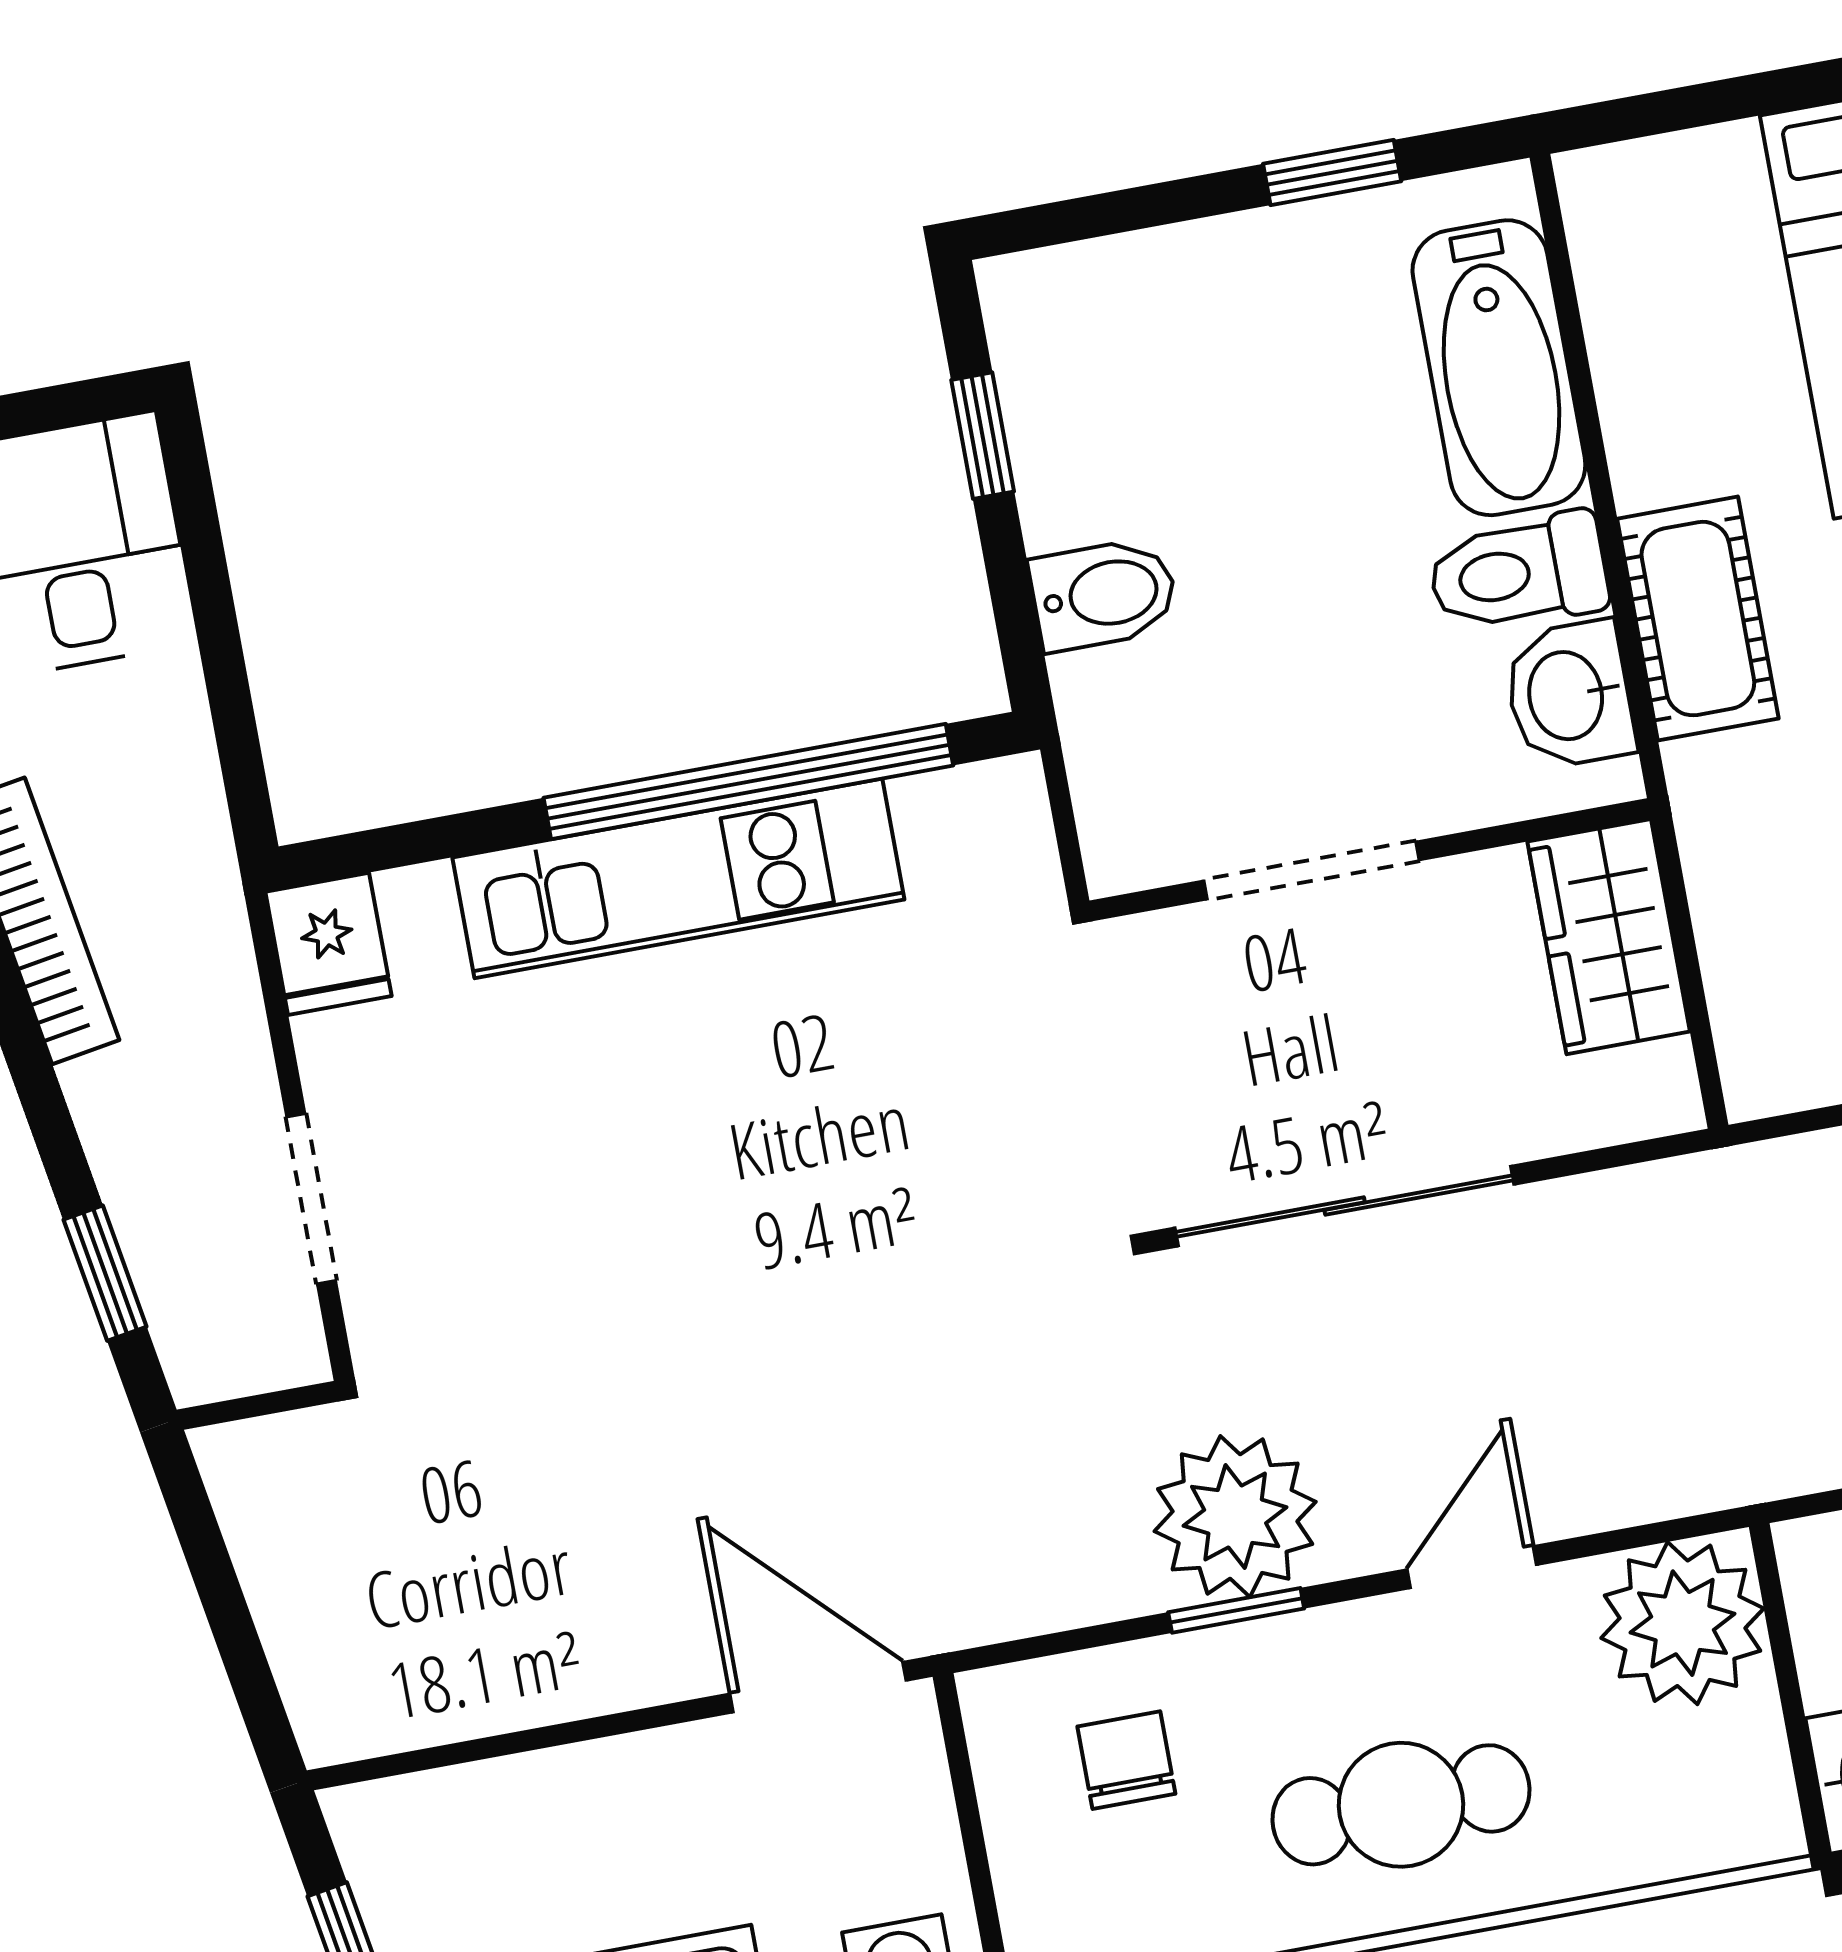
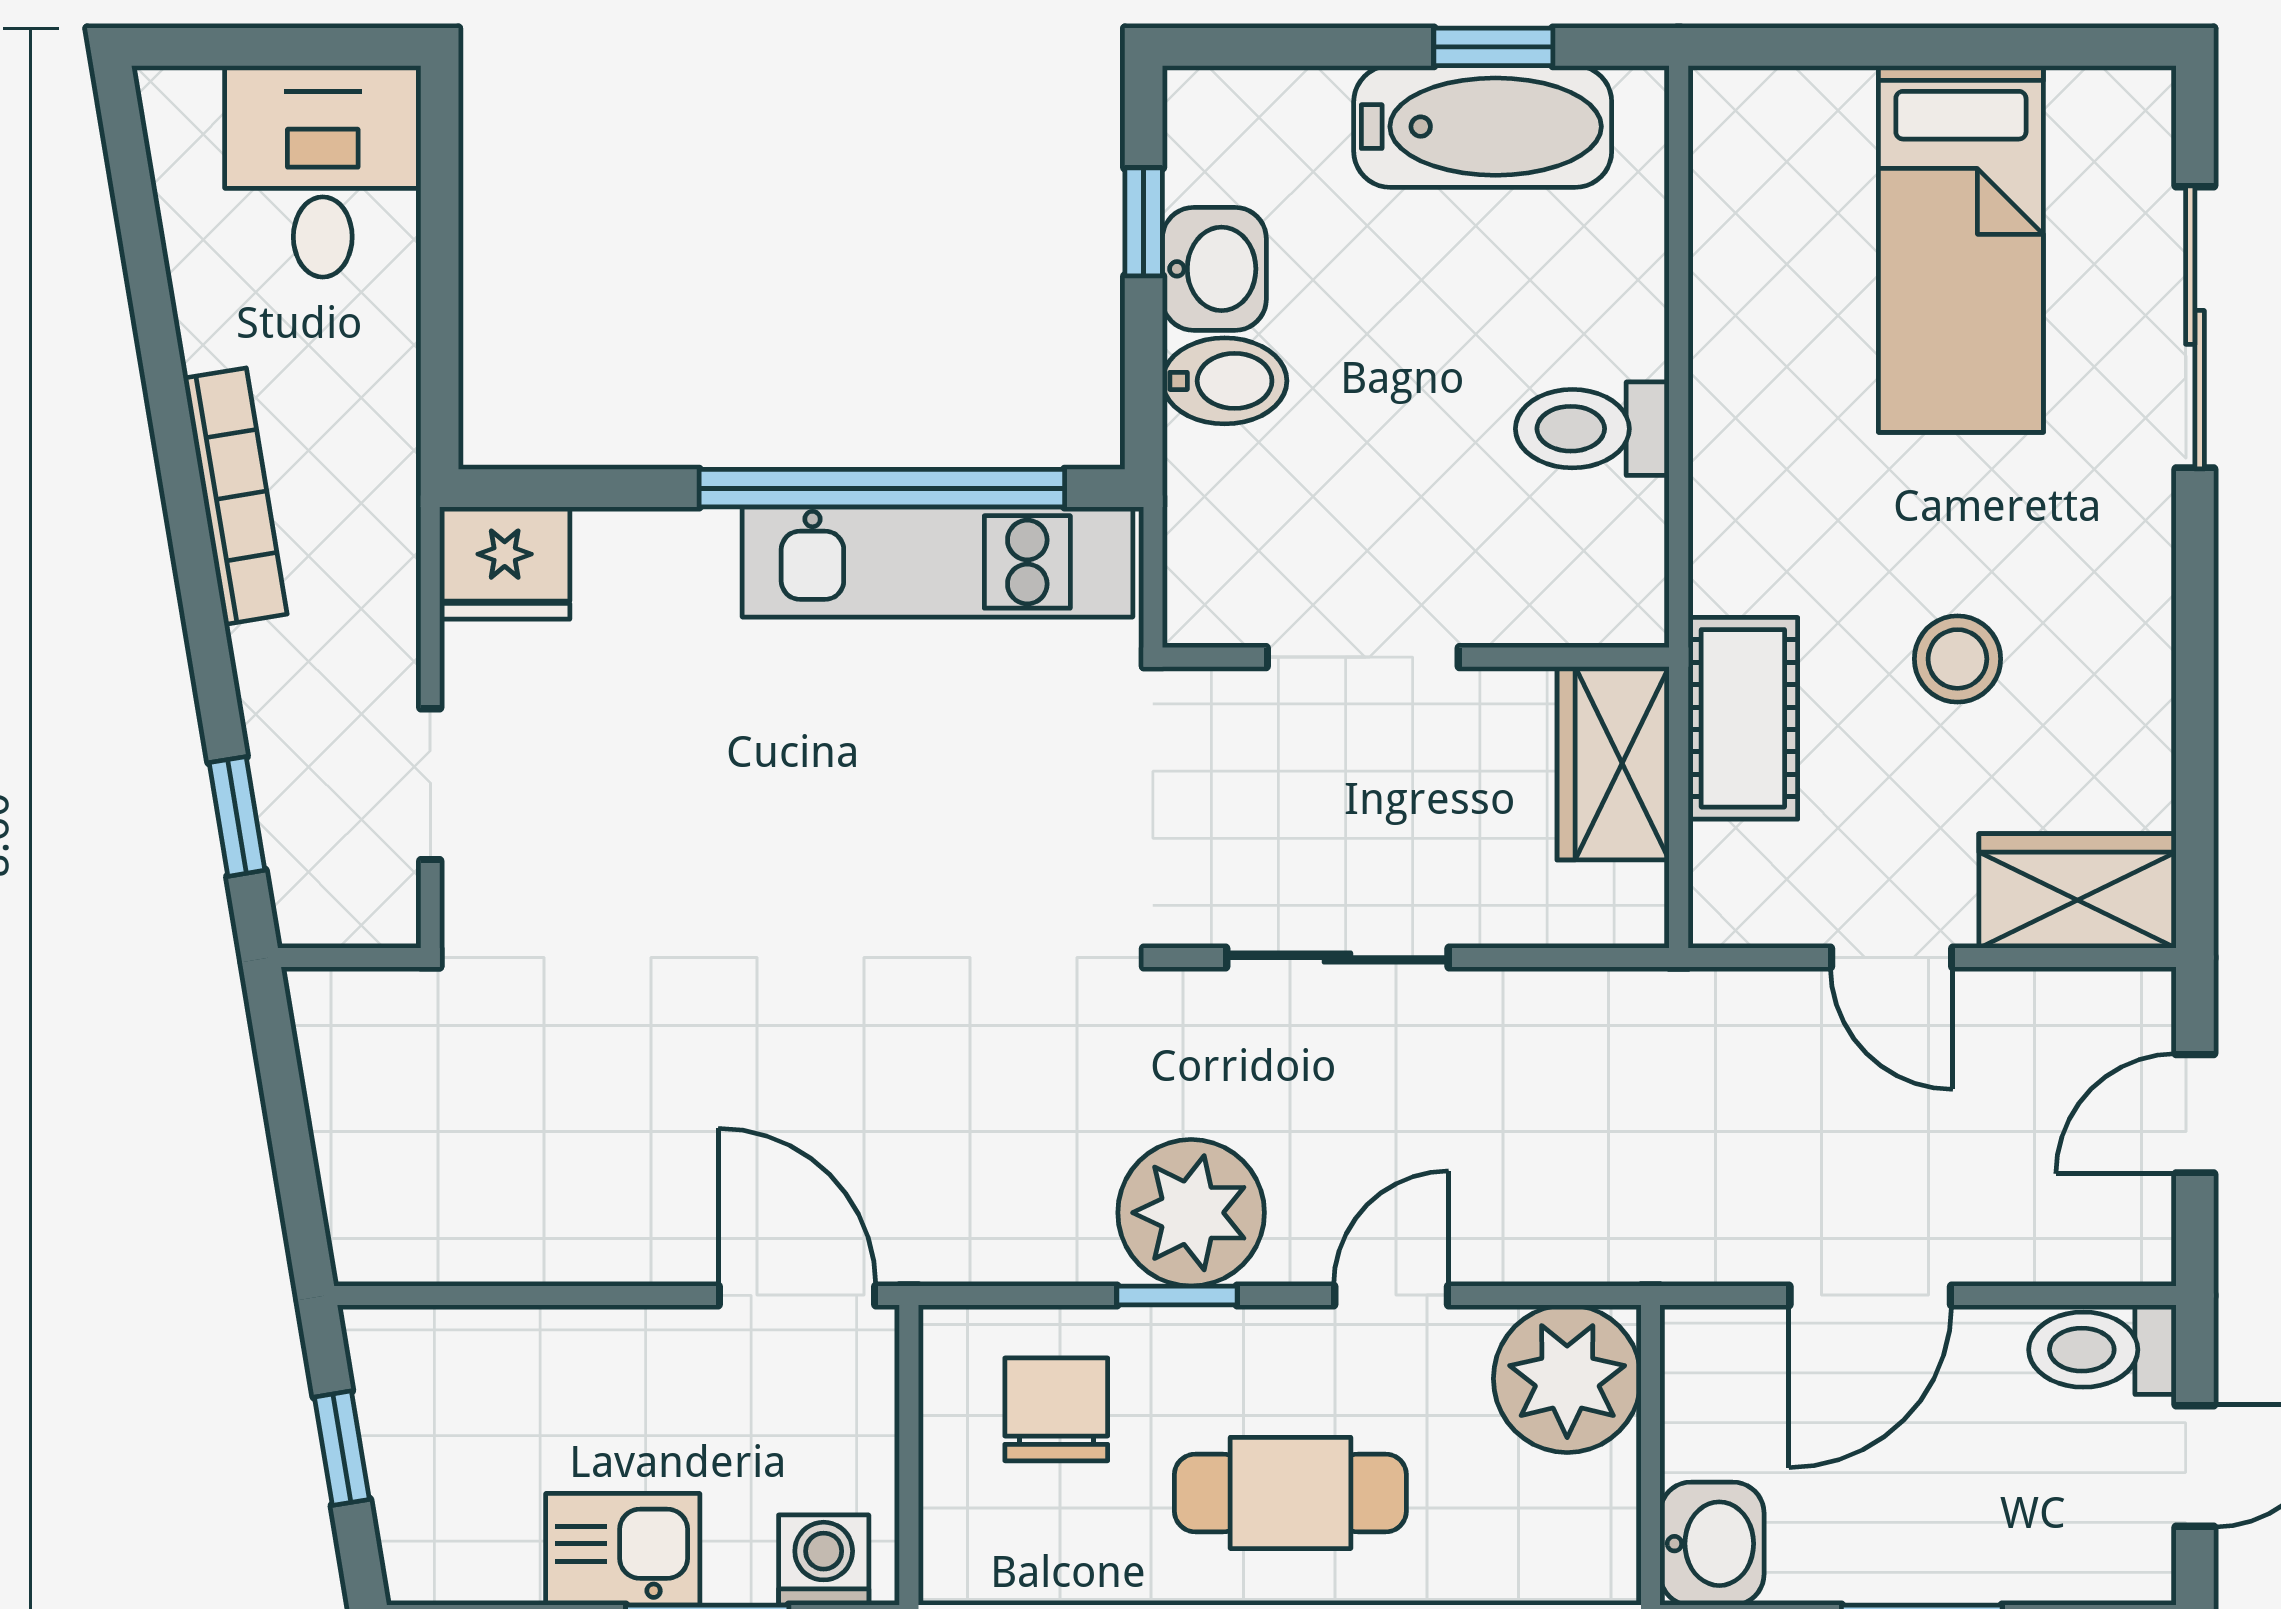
bathtub: (1499, 368) -> (1483, 127), moved, turned -90
cot: (1698, 619) -> (1743, 718), moved
washbasin: (1569, 695) -> (1214, 269), moved, turned 180
kitchen unit: (678, 878) -> (937, 562), moved
fridge: (329, 944) -> (505, 563), width x1.38
sliding door: (1345, 1206) -> (1337, 958), width x0.73
chair: (1126, 1760) -> (1056, 1409), width x1.37, depth x1.37

